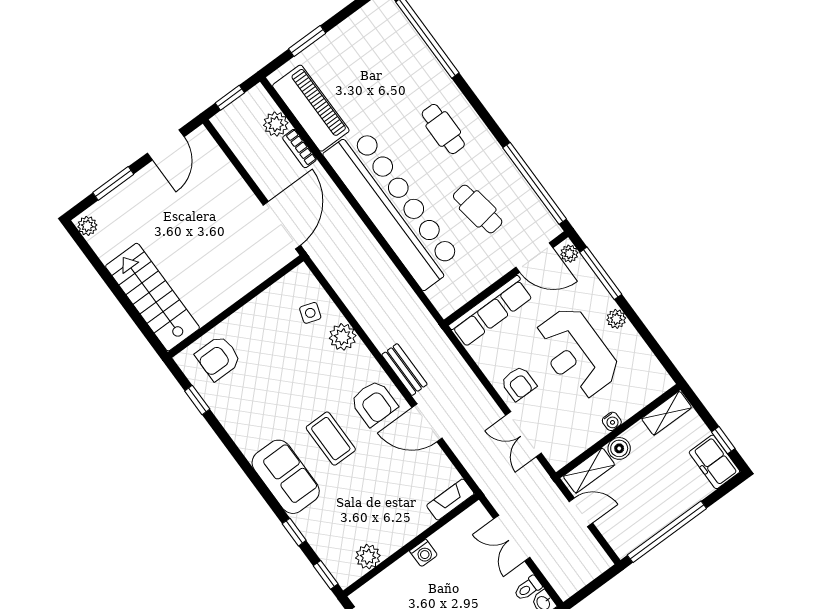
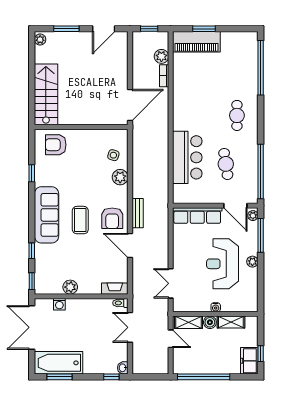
piano: (311, 108) -> (196, 42), moved, turned 90
bar counter: (393, 208) -> (187, 157), width x0.54
armchair: (519, 383) -> (186, 258), removed
window: (197, 400) -> (32, 173), moved
shelving: (667, 413) -> (231, 322), moved
sofa: (286, 477) -> (47, 215), width x1.36
washing machine: (424, 553) -> (59, 304), moved
plant: (368, 557) -> (70, 287), moved
toilet: (528, 588) -> (120, 303), moved

